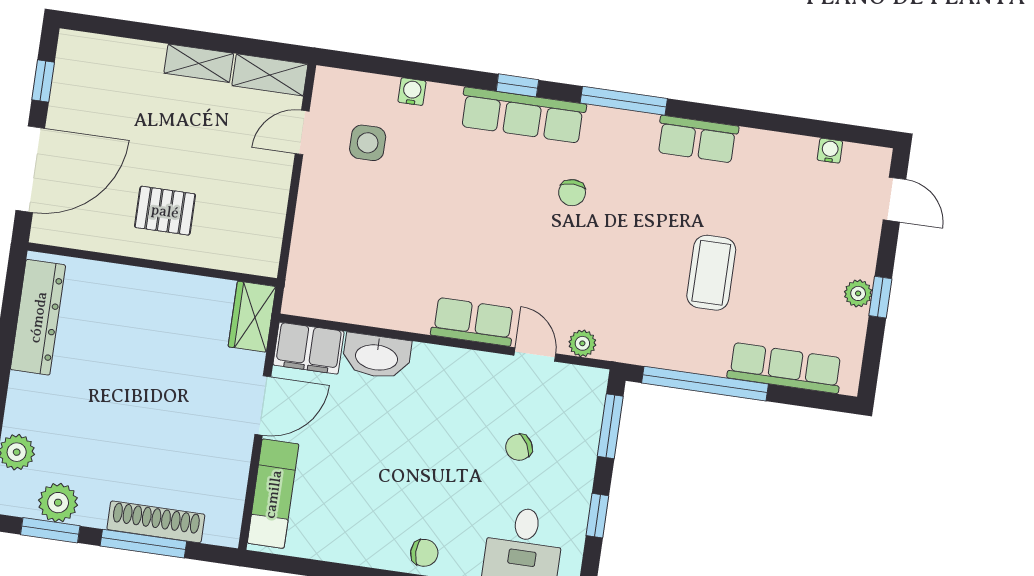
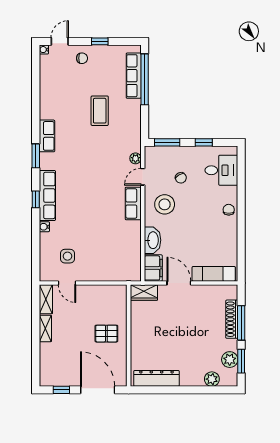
water cooler: (412, 92) -> (44, 227), moved
window: (624, 101) -> (36, 156), width x0.69
row of seats: (697, 139) -> (47, 136), moved
water cooler: (830, 151) -> (44, 50), moved
chair: (572, 193) -> (82, 58), moved
pallet: (165, 211) -> (106, 334), turned 90
coffee table: (711, 273) -> (100, 111), turned 90
plant: (858, 293) -> (100, 51), removed
window: (705, 384) -> (145, 79), moved
stool: (460, 398) -> (165, 204), added

